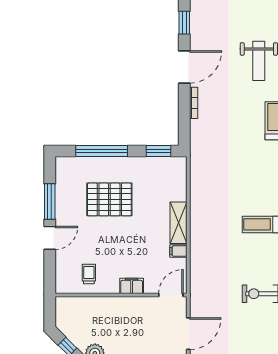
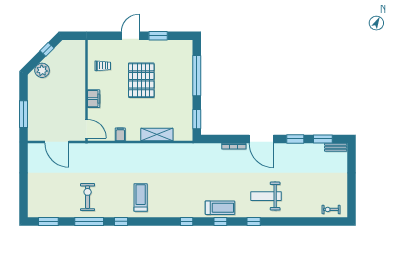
pallet: (109, 199) -> (141, 80), moved
window: (50, 202) -> (158, 36), width x0.69
shelving: (179, 223) -> (157, 135), moved
door: (50, 238) -> (130, 36), swing flipped

